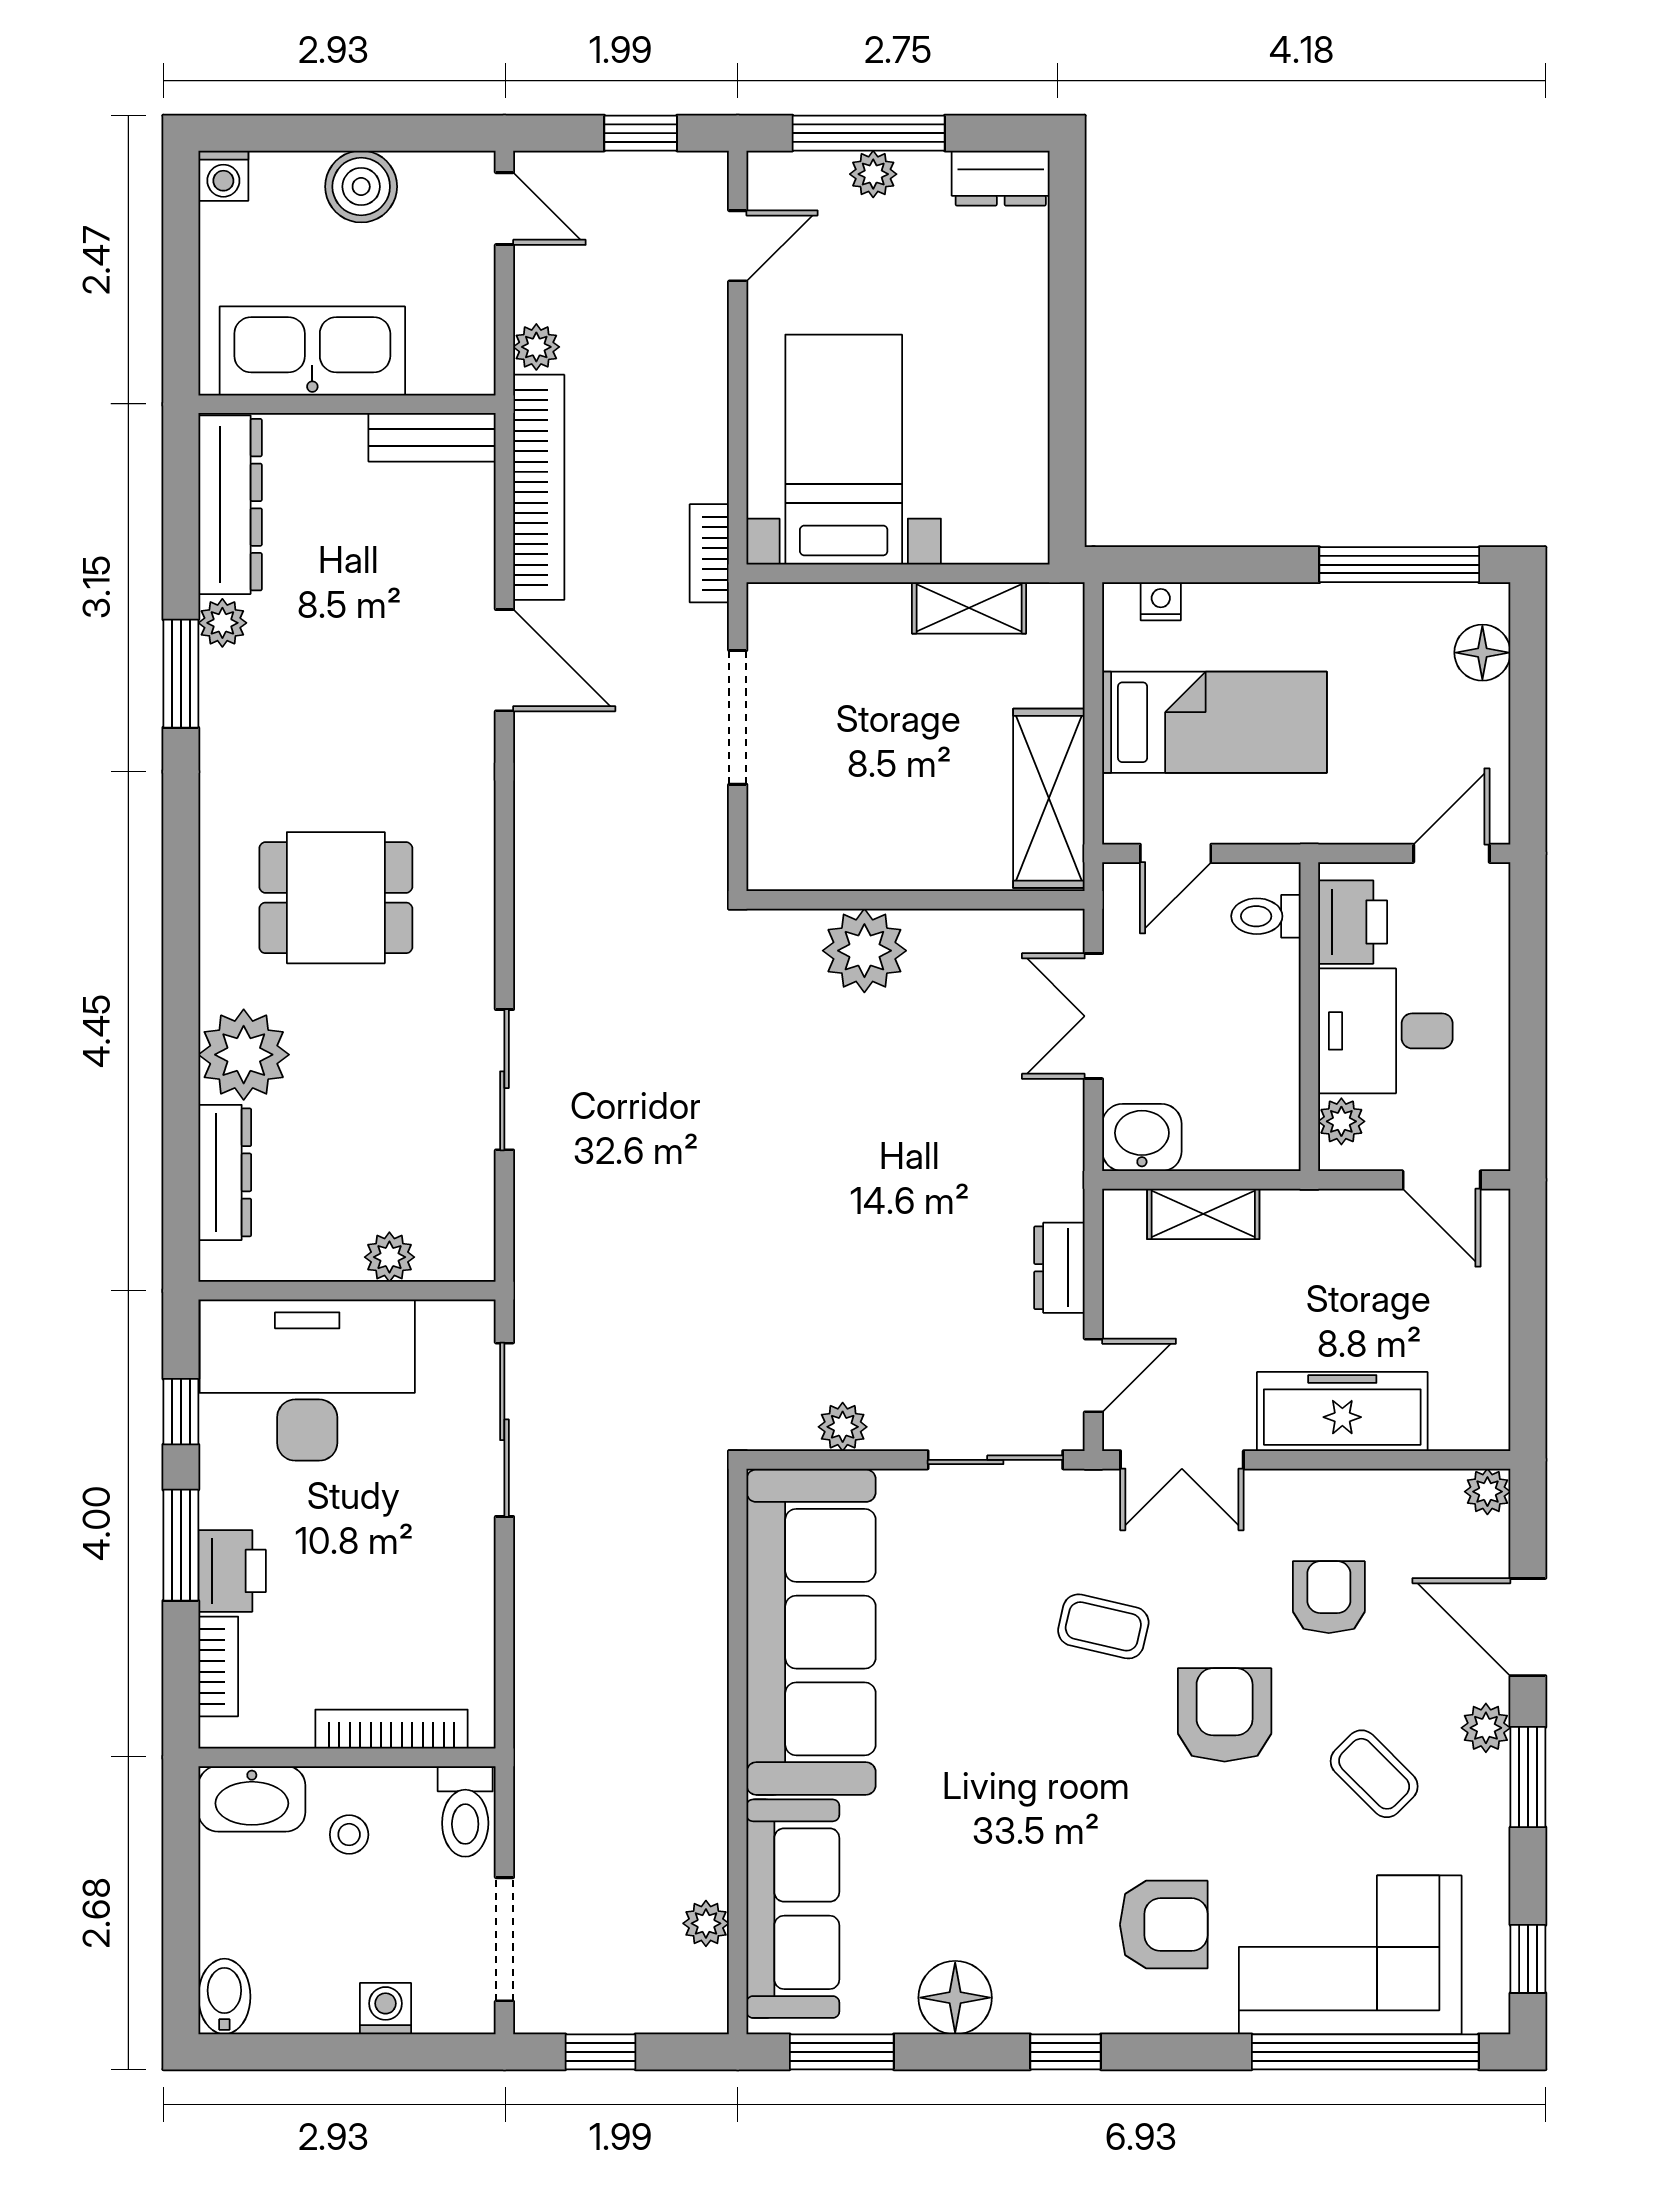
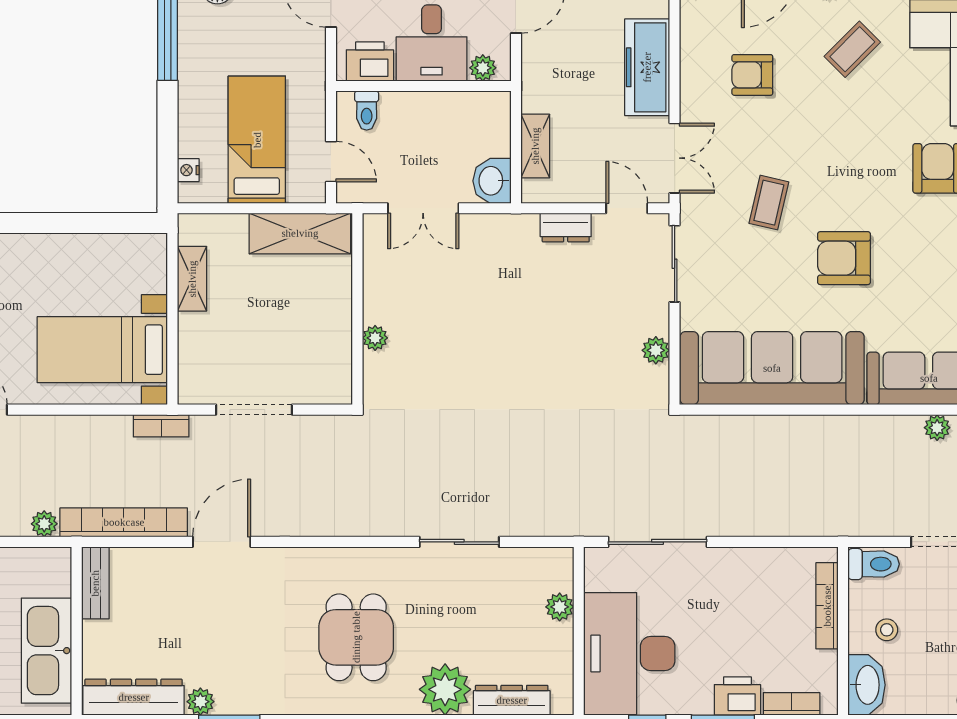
plant: (864, 951) -> (375, 338), width x0.53, depth x0.53
armchair: (1225, 1715) -> (844, 258), moved

